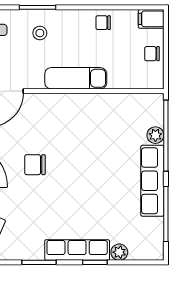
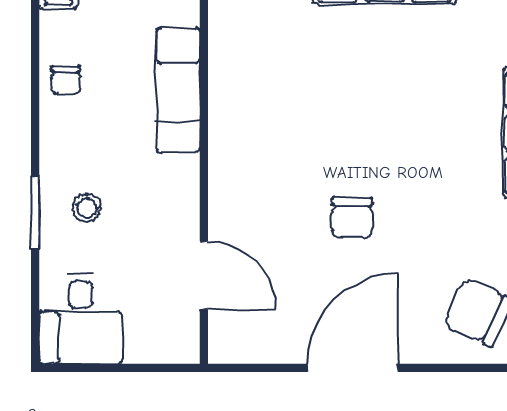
exam couch: (76, 78) -> (178, 90), moved

